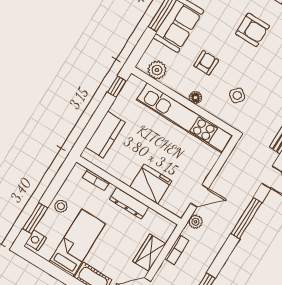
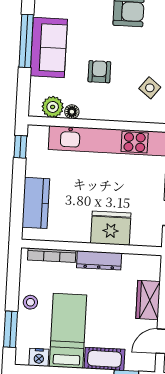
floor lamp: (195, 98) -> (72, 112), moved
bookcase: (96, 180) -> (52, 255), width x1.56
nightstand: (36, 240) -> (39, 357), moved, turned -90

